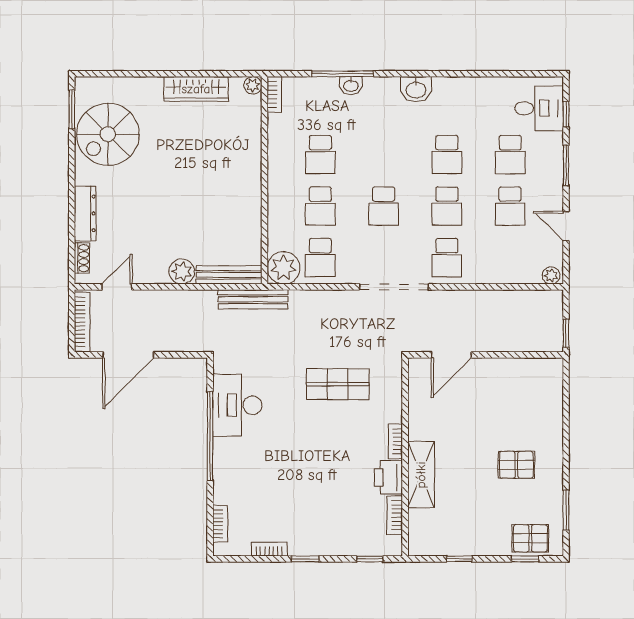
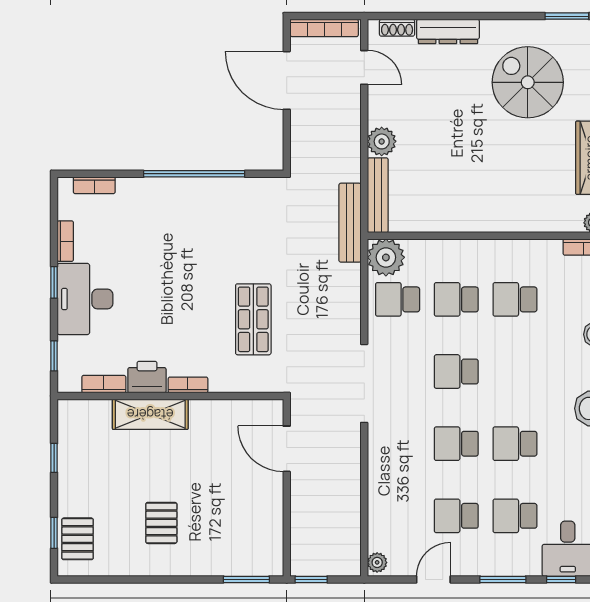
spiral stairs: (108, 134) -> (528, 82), moved
school desk: (447, 258) -> (398, 444), removed
desk: (237, 405) -> (85, 299), moved, turned -90
window: (566, 510) -> (246, 579), moved

